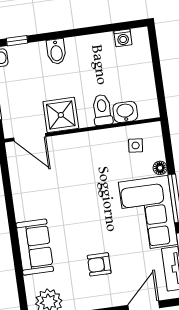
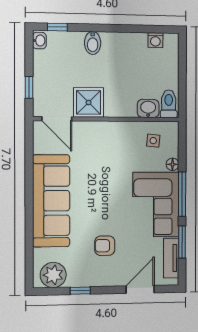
toilet: (102, 110) -> (169, 104), moved
sofa: (35, 247) -> (51, 201), width x1.85, depth x1.27

